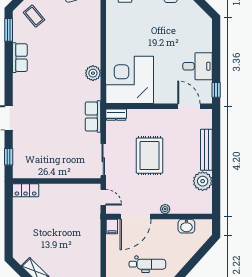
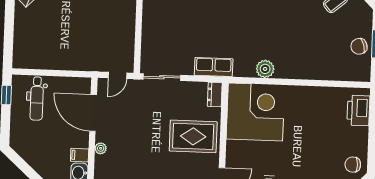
rug: (150, 156) -> (193, 136), moved
filing cabinet: (112, 227) -> (80, 155), moved
dental chair: (147, 264) -> (37, 99), moved

